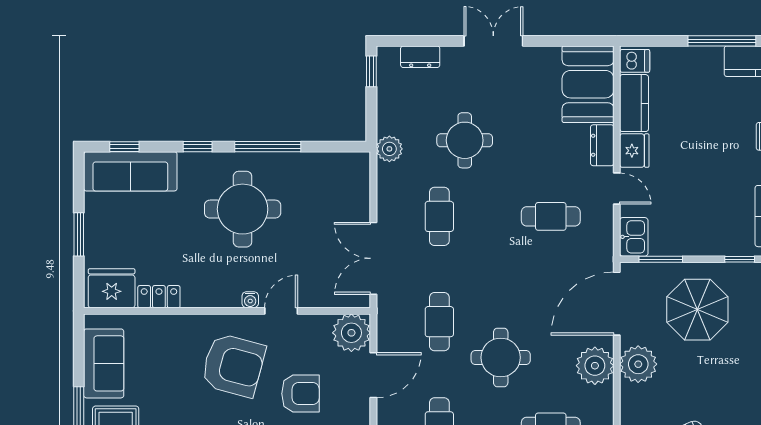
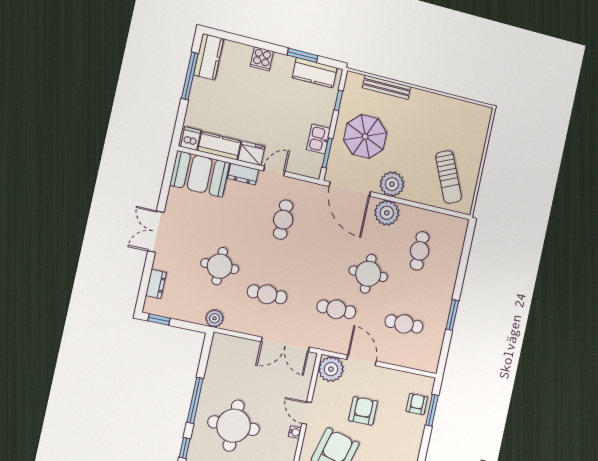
kitchen sink: (634, 237) -> (318, 139), moved, turned -90

